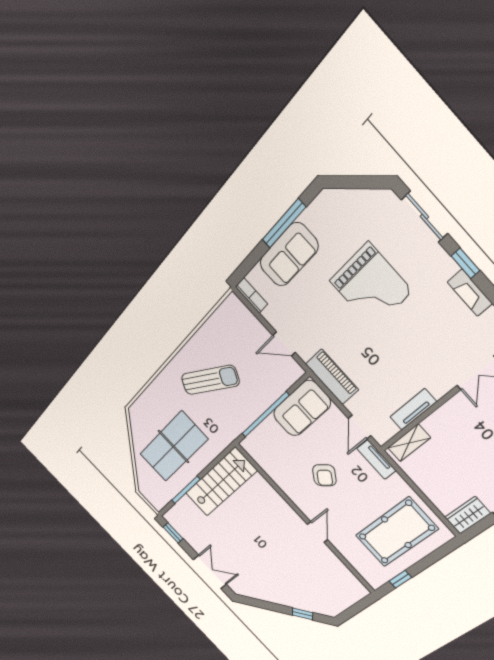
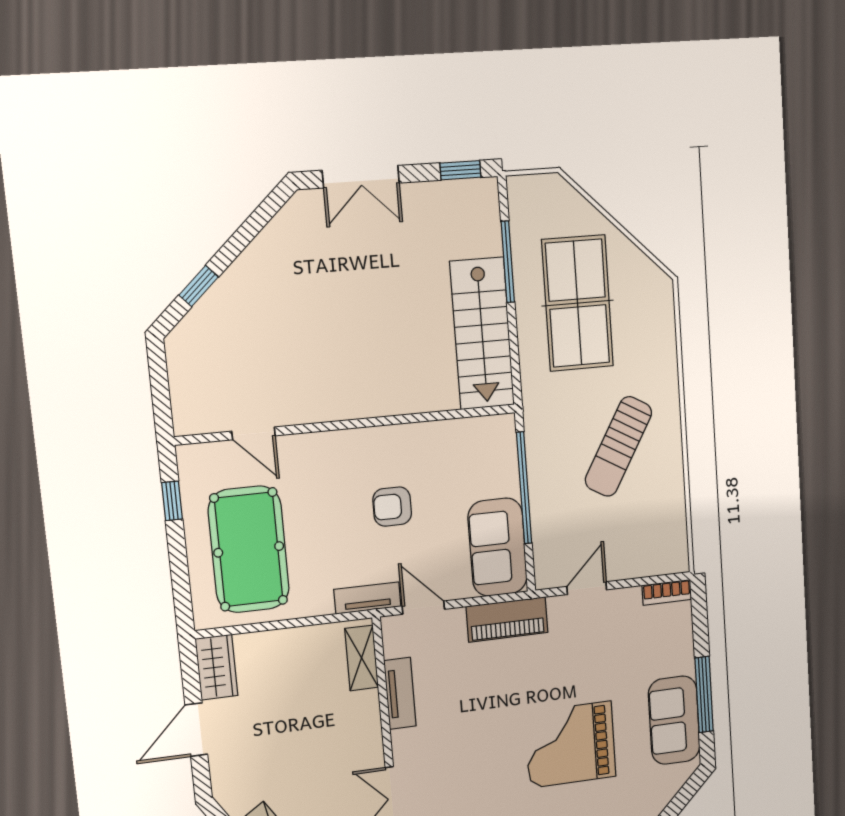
sofa: (289, 255) -> (674, 720), moved
armchair: (324, 475) -> (392, 507), turned -37
door: (317, 532) -> (253, 433), moved

